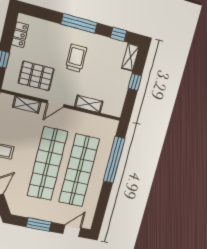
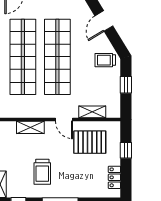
trolley: (76, 58) -> (42, 172), moved
door: (56, 104) -> (64, 120), swing flipped

